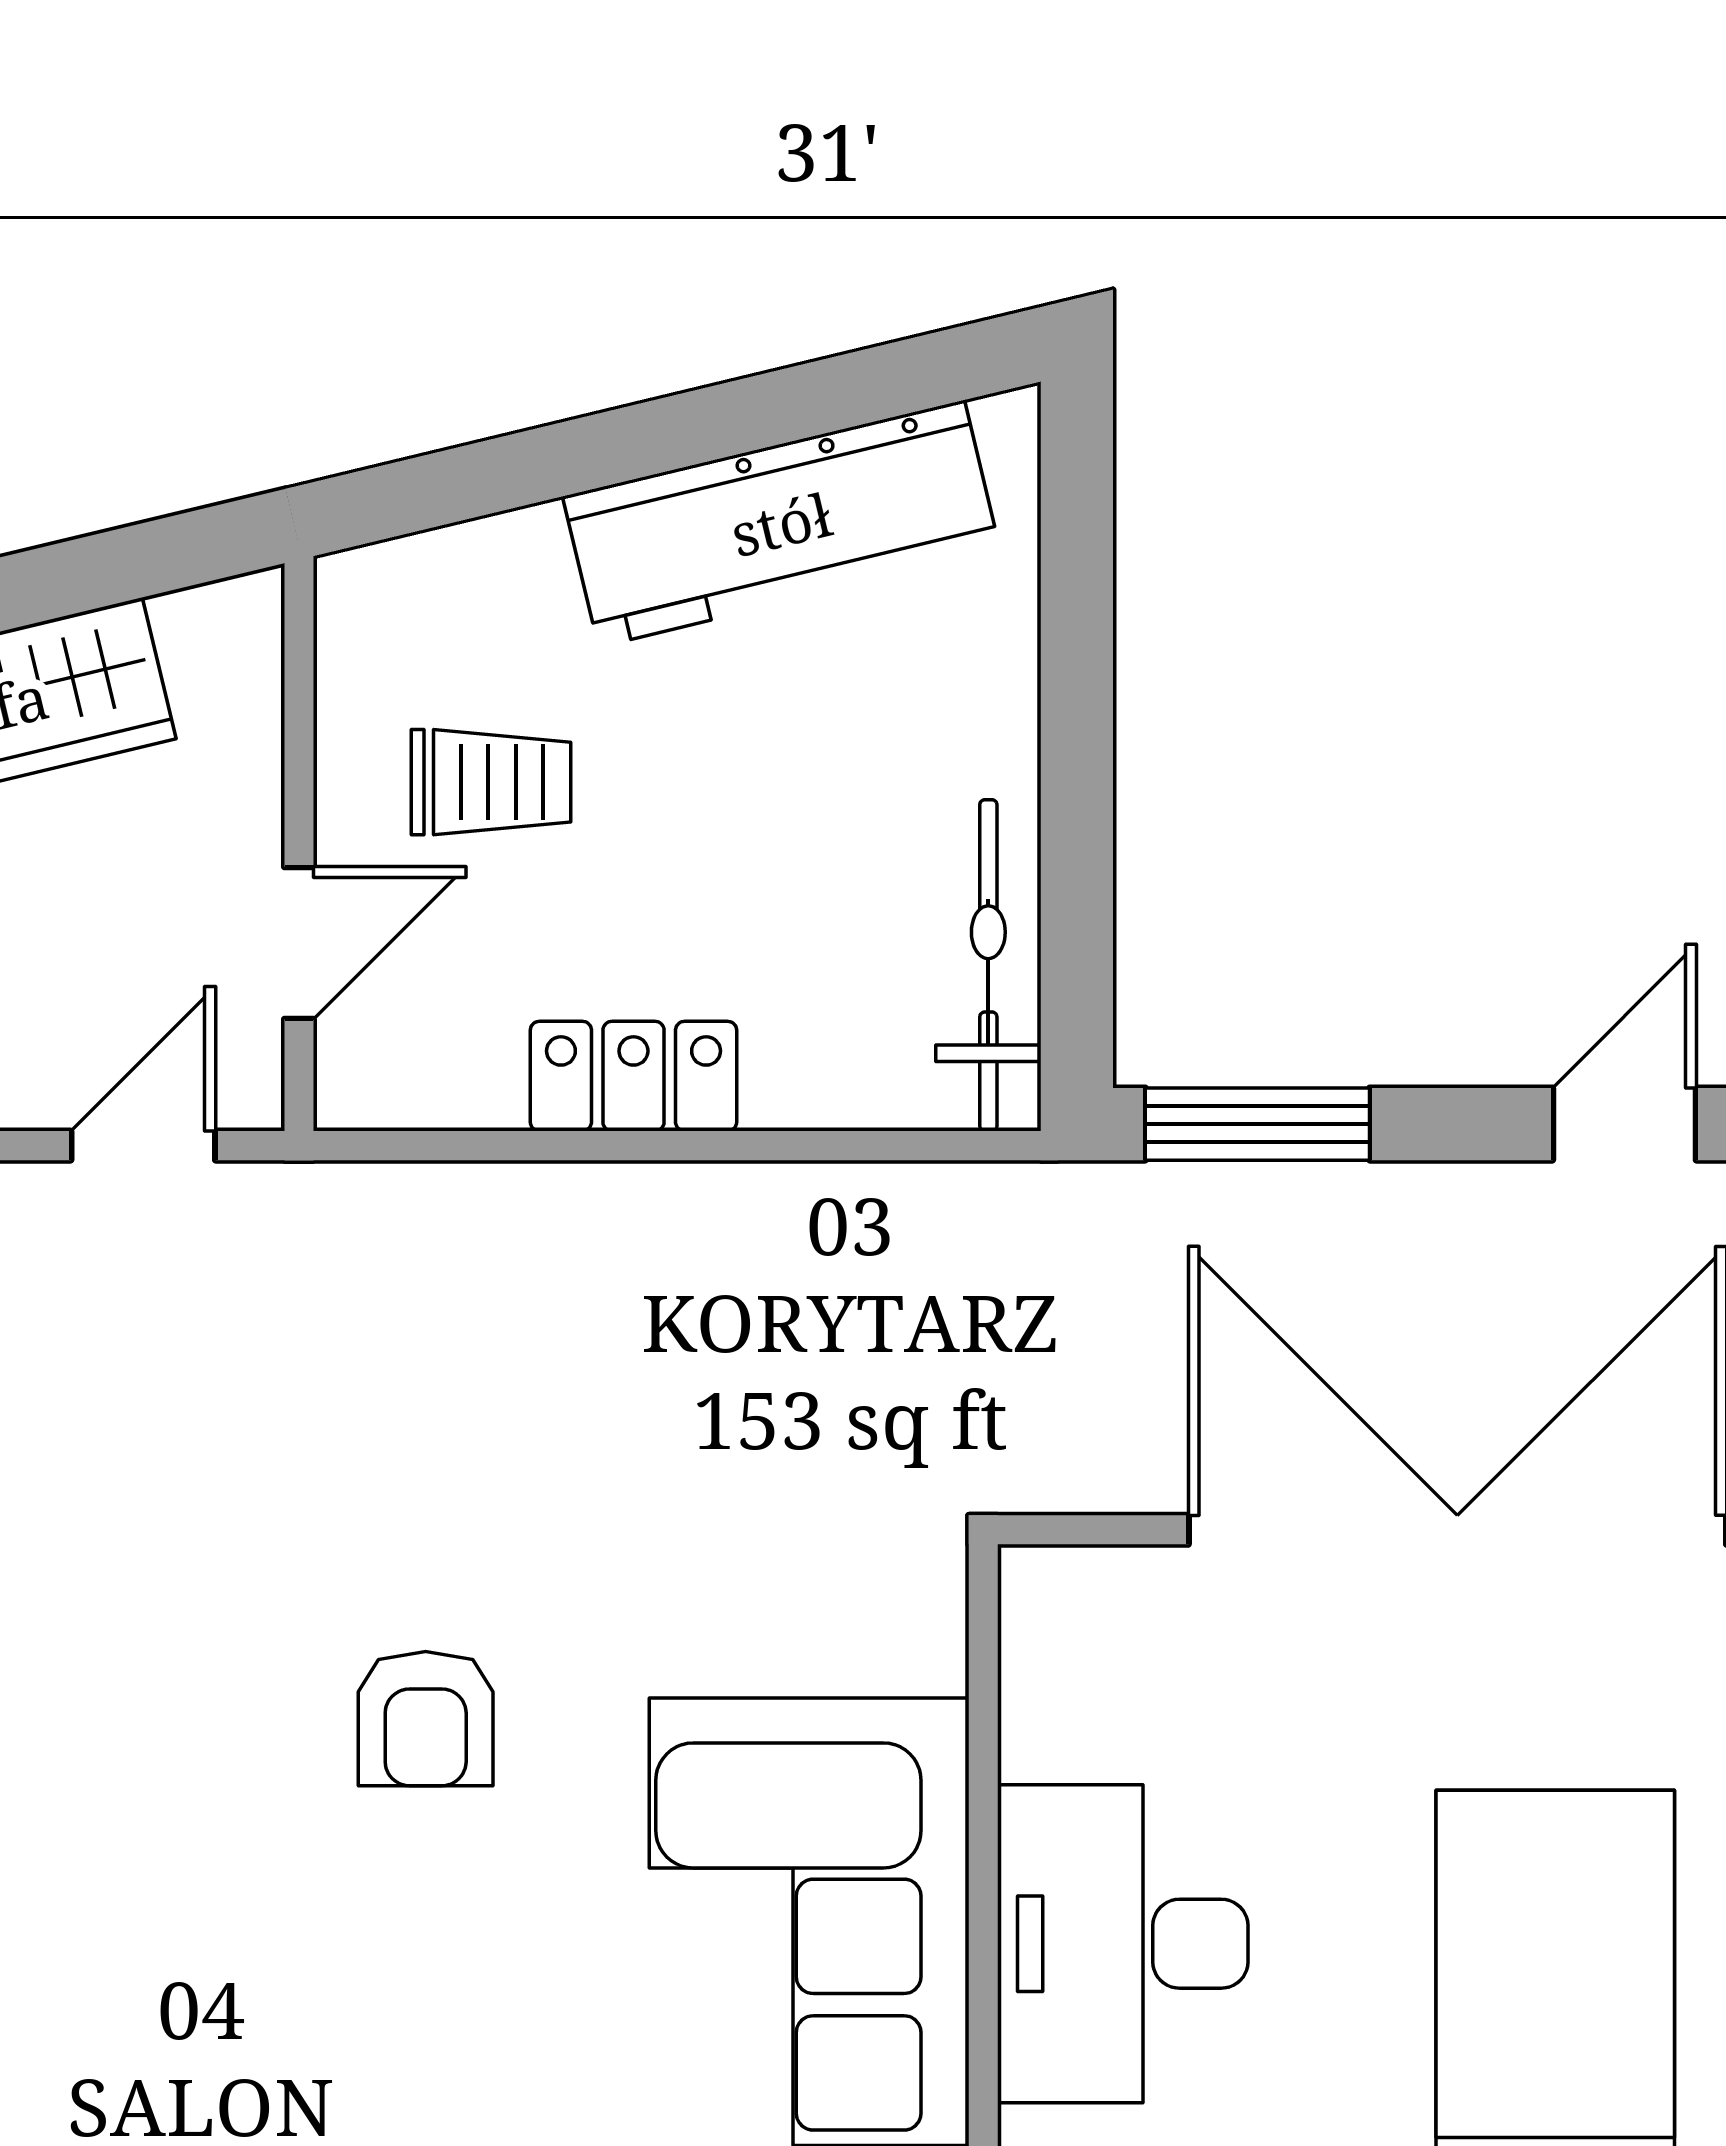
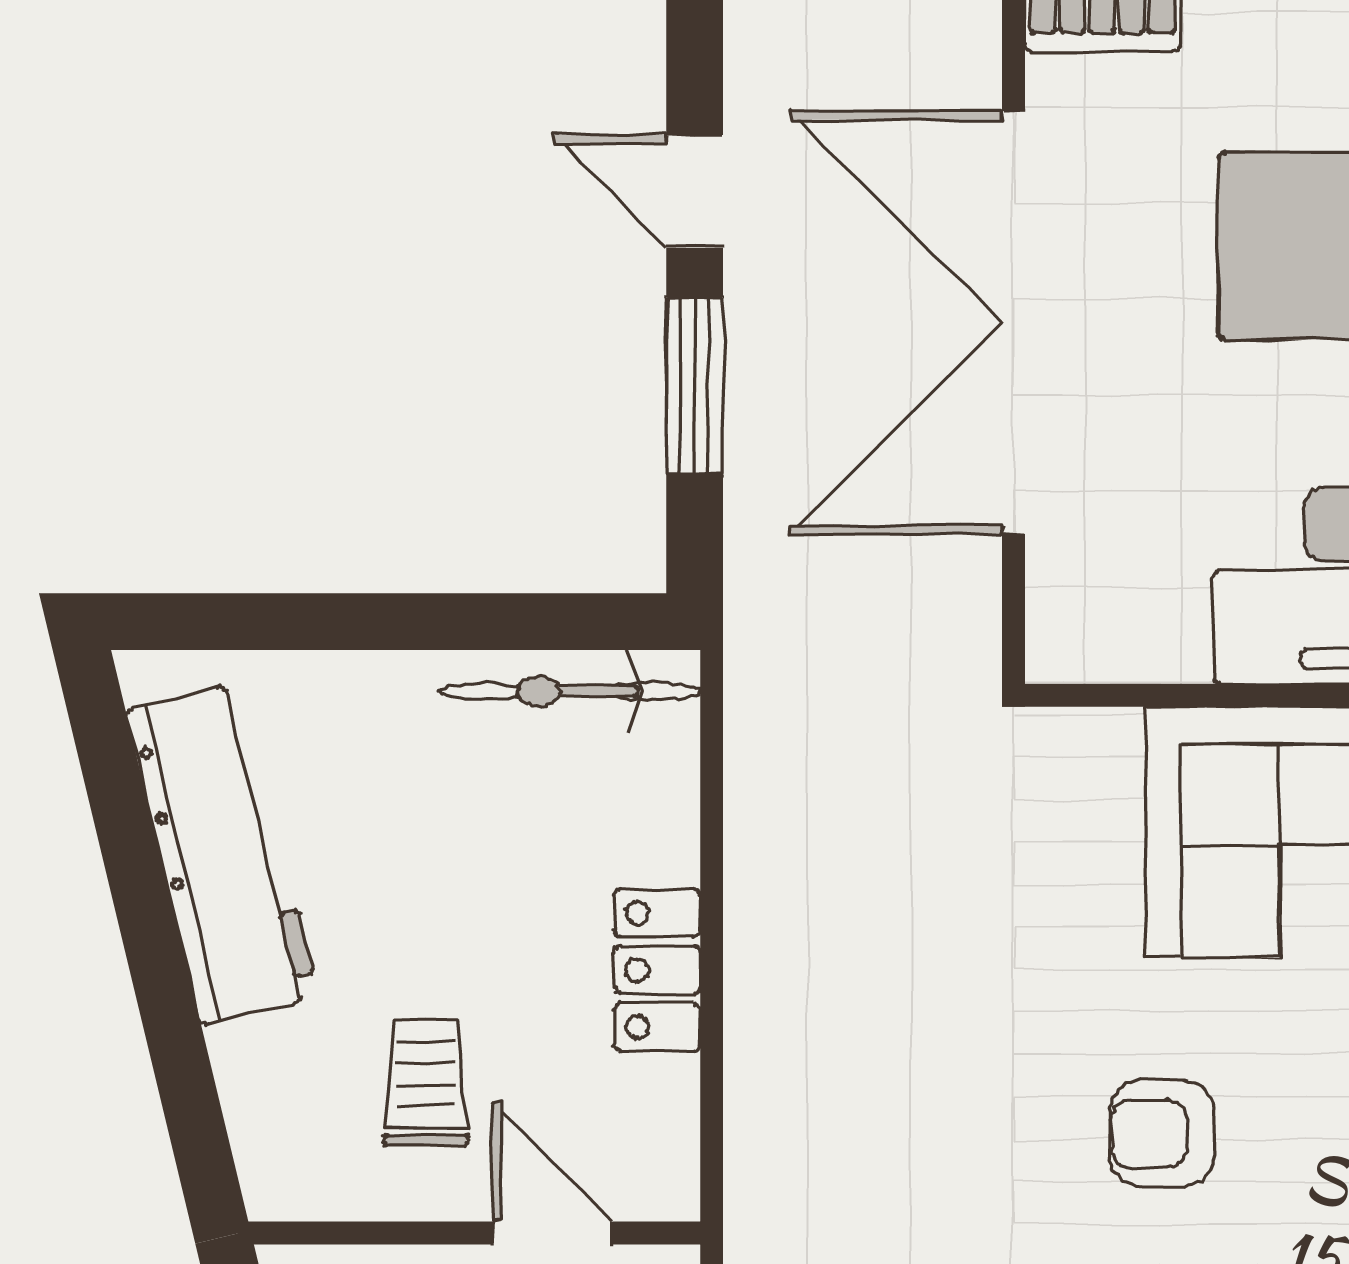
window: (1257, 1124) -> (695, 386), moved
armchair: (426, 1719) -> (1162, 1133), turned 180

